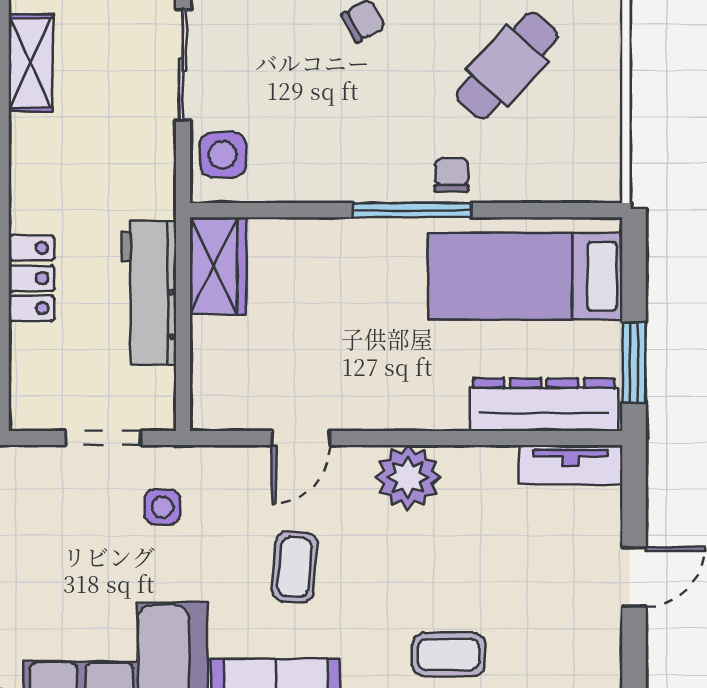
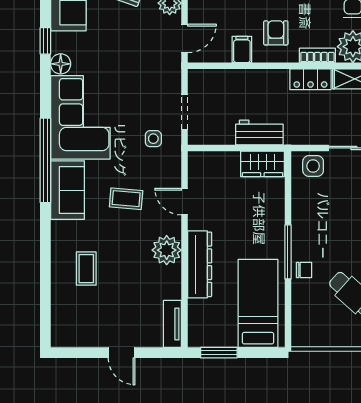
locker: (32, 278) -> (310, 79), moved
workbench: (149, 293) -> (259, 133), width x0.73
dresser: (544, 405) -> (200, 264), moved

